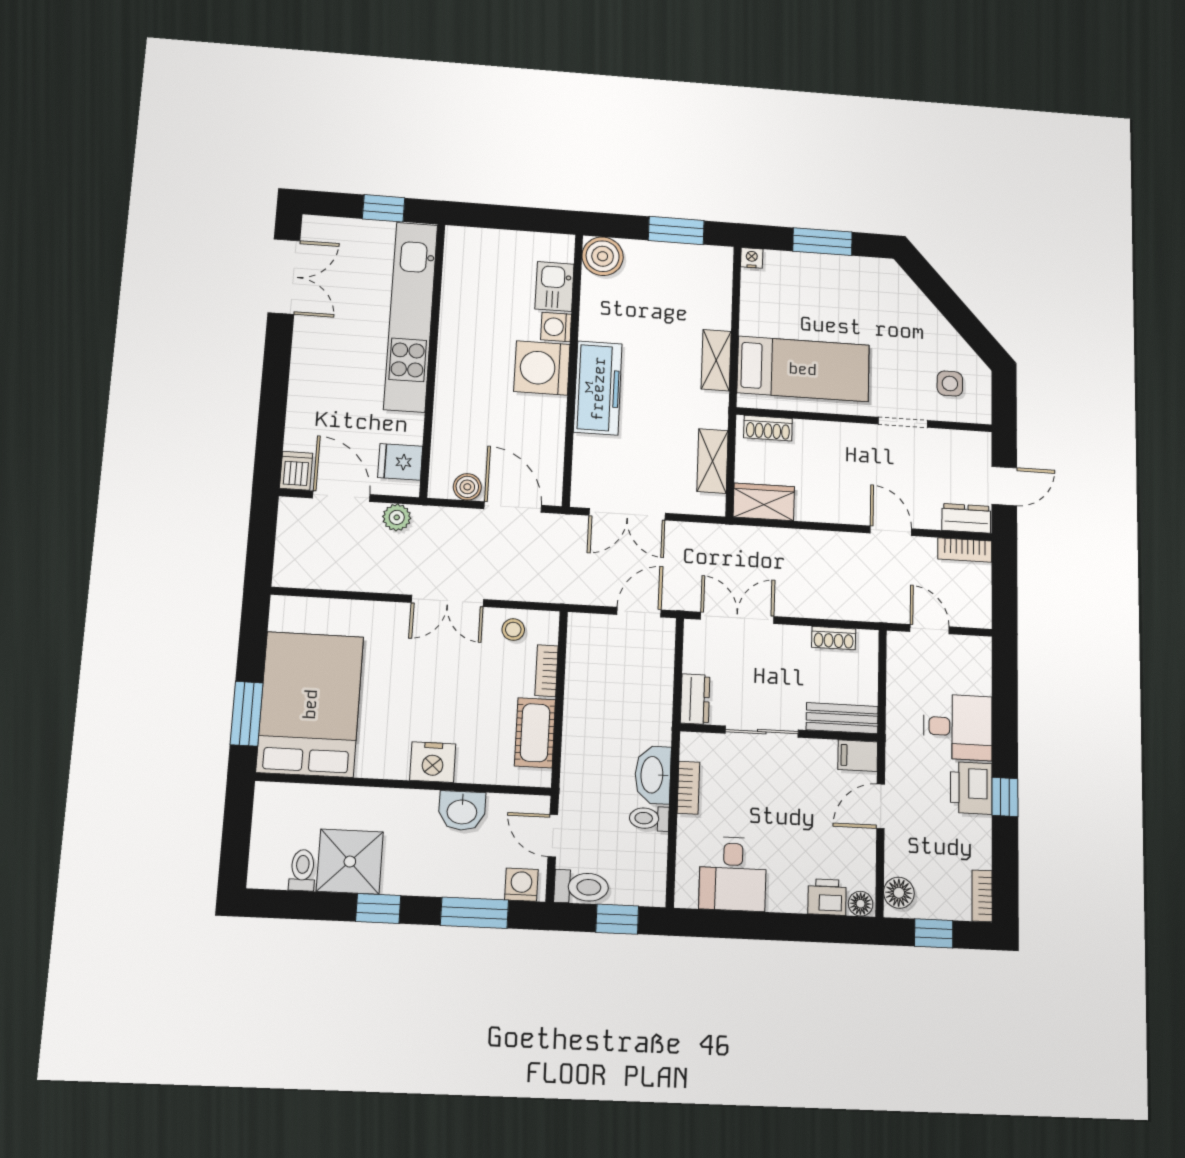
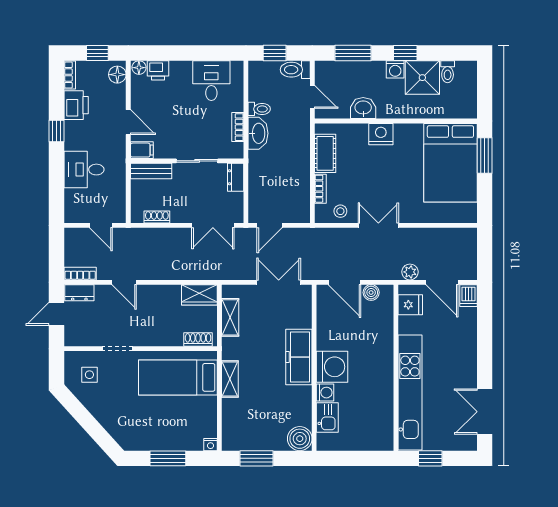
printer: (971, 788) -> (76, 105), moved
door: (881, 806) -> (128, 122), hinge flipped
washing machine: (521, 885) -> (395, 69), moved

